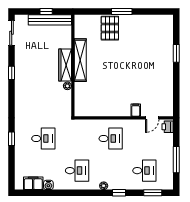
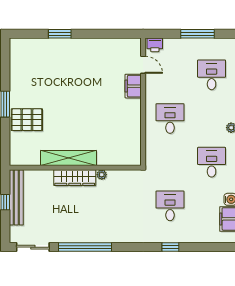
window: (12, 73) -> (85, 247), width x3.17
filing cabinet: (136, 110) -> (133, 86), width x2.00

